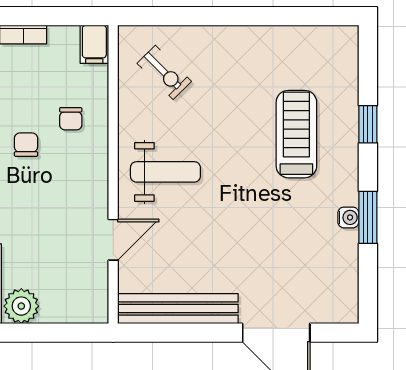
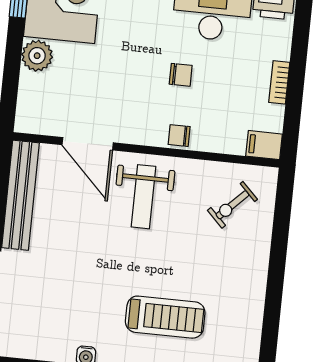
chair: (71, 119) -> (179, 136), moved
door: (113, 240) -> (88, 144), width x1.38

